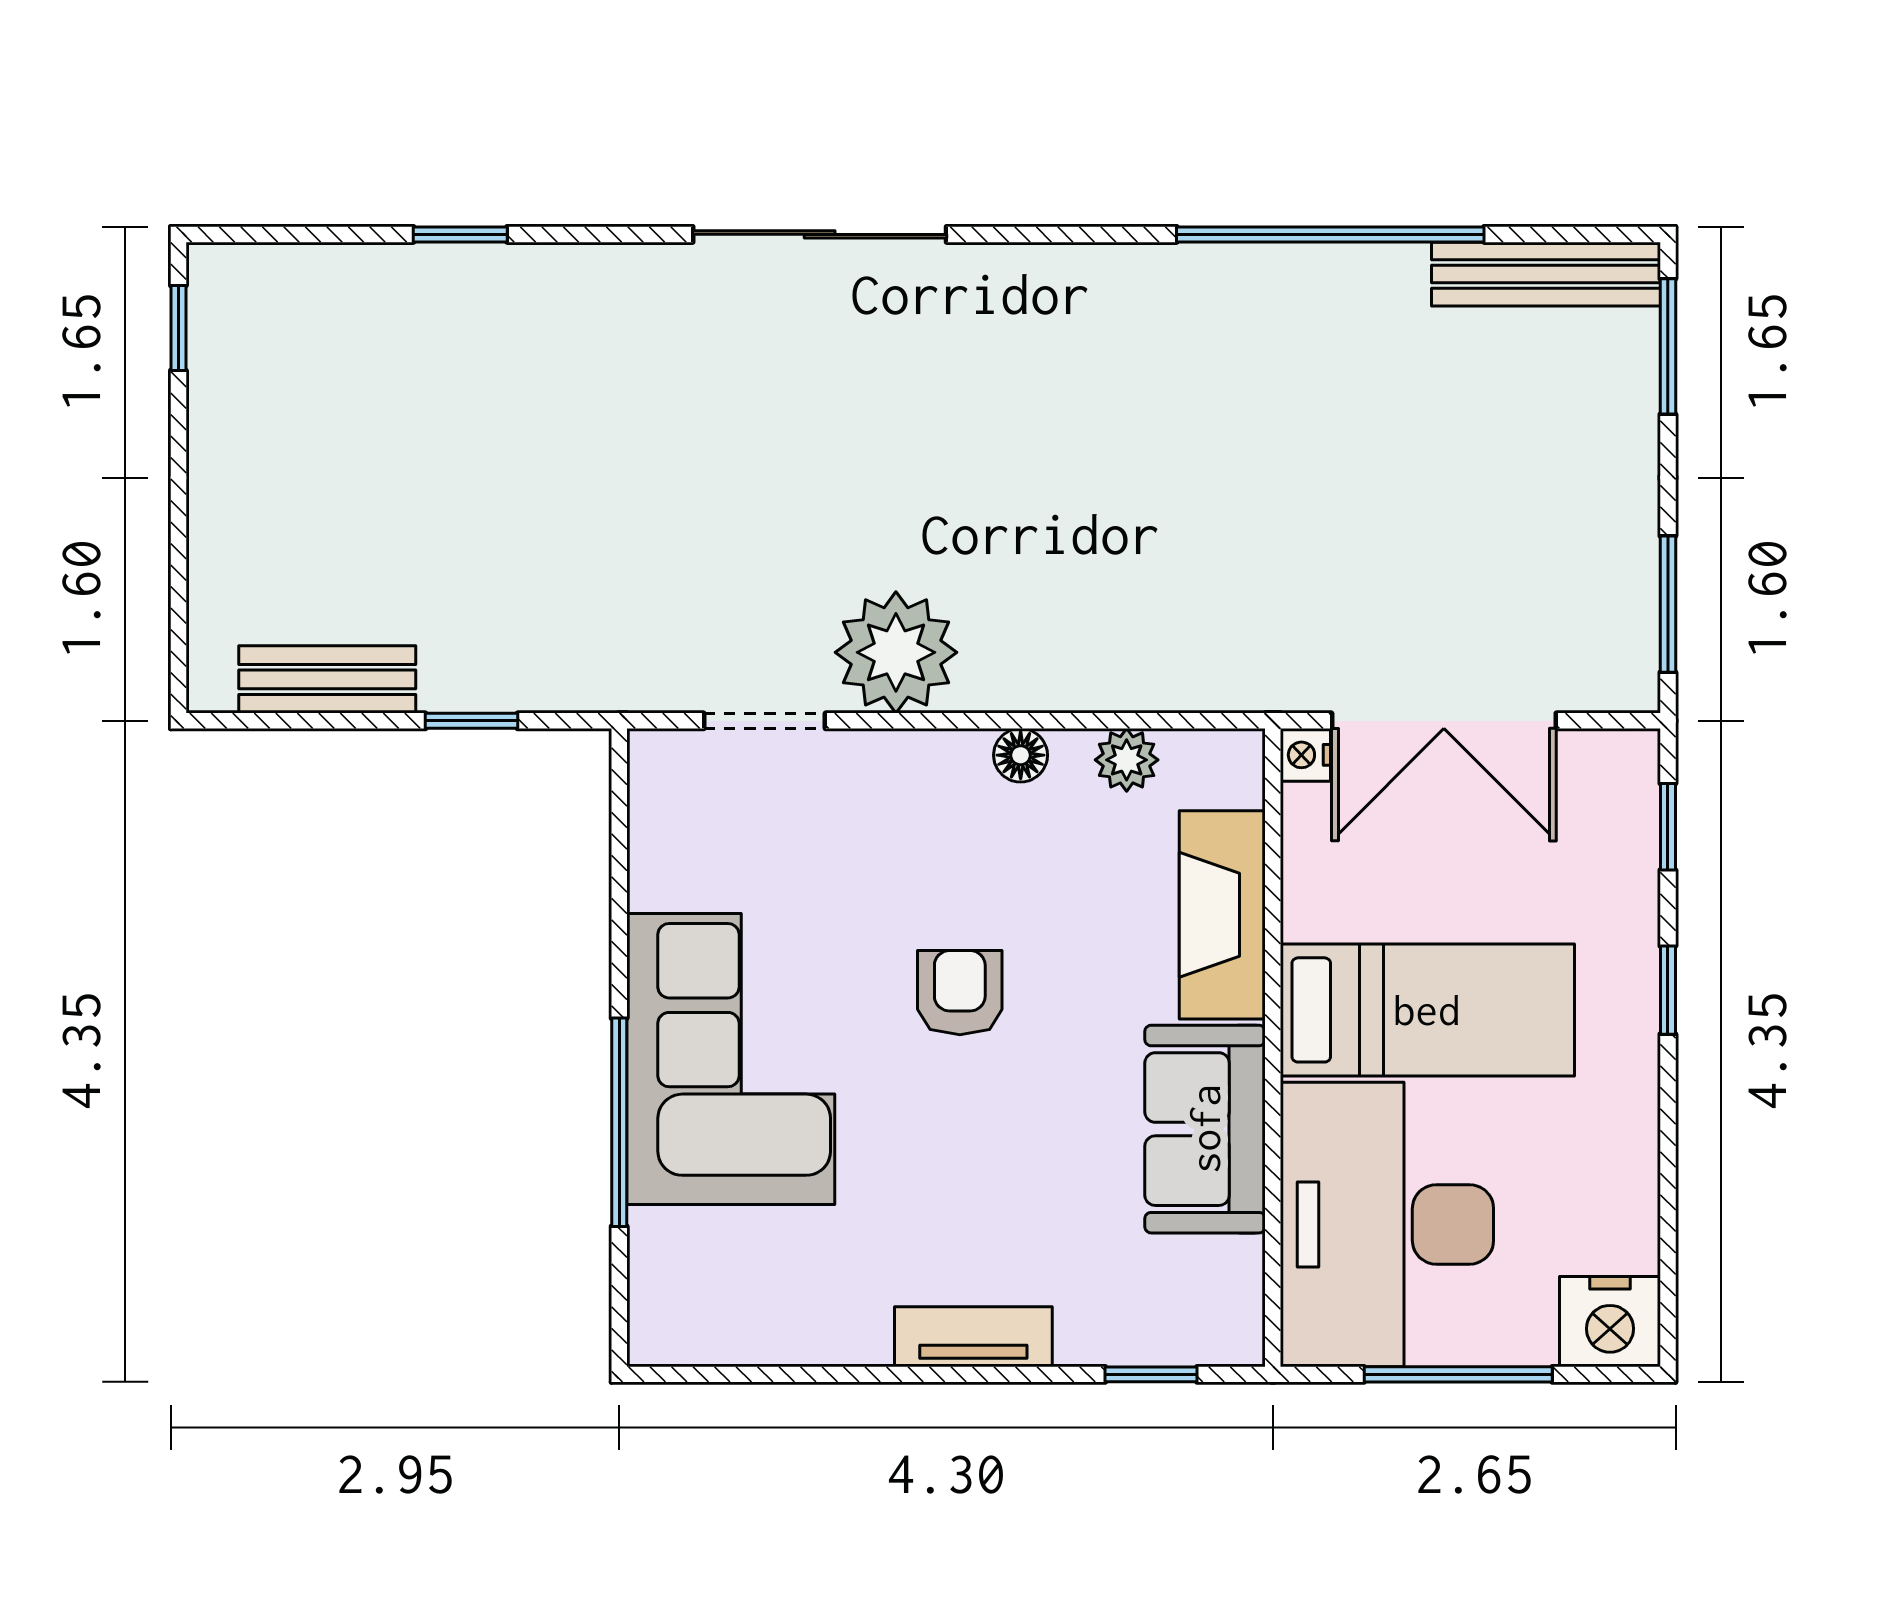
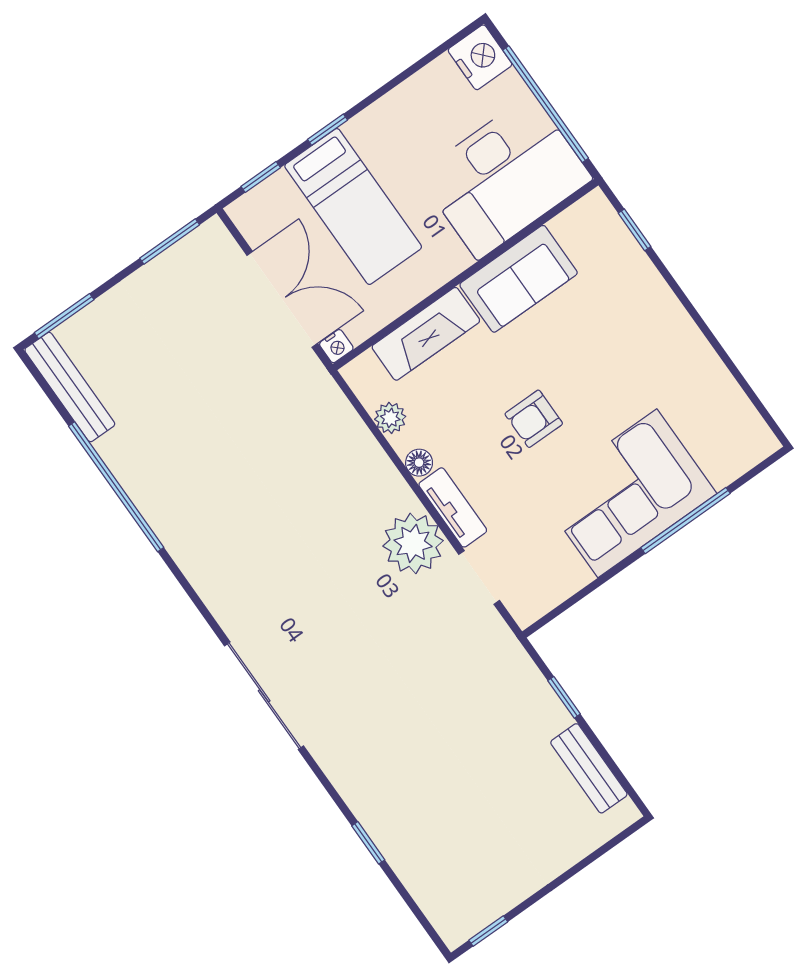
bed: (1427, 1010) -> (353, 206), moved, turned 180
tv unit: (973, 1337) -> (453, 507), moved, turned 180
window: (1458, 1374) -> (546, 104), width x1.46

